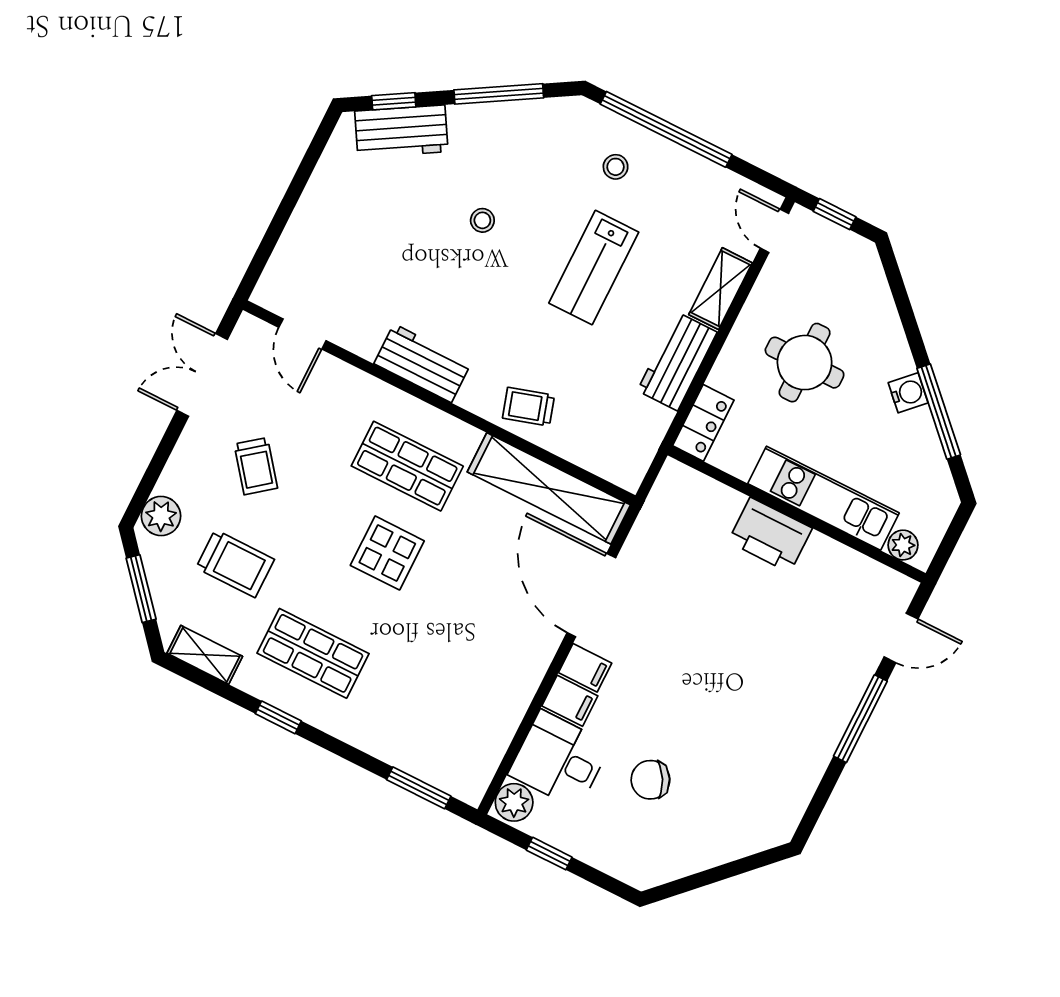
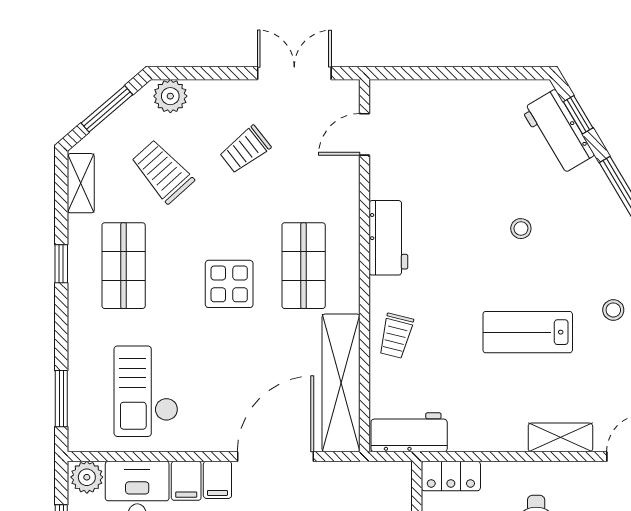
workbench: (677, 361) -> (409, 432), moved
trolley: (529, 407) -> (396, 336), turned -149
trolley: (235, 564) -> (162, 171), turned 138
checkout: (455, 696) -> (146, 391), added

